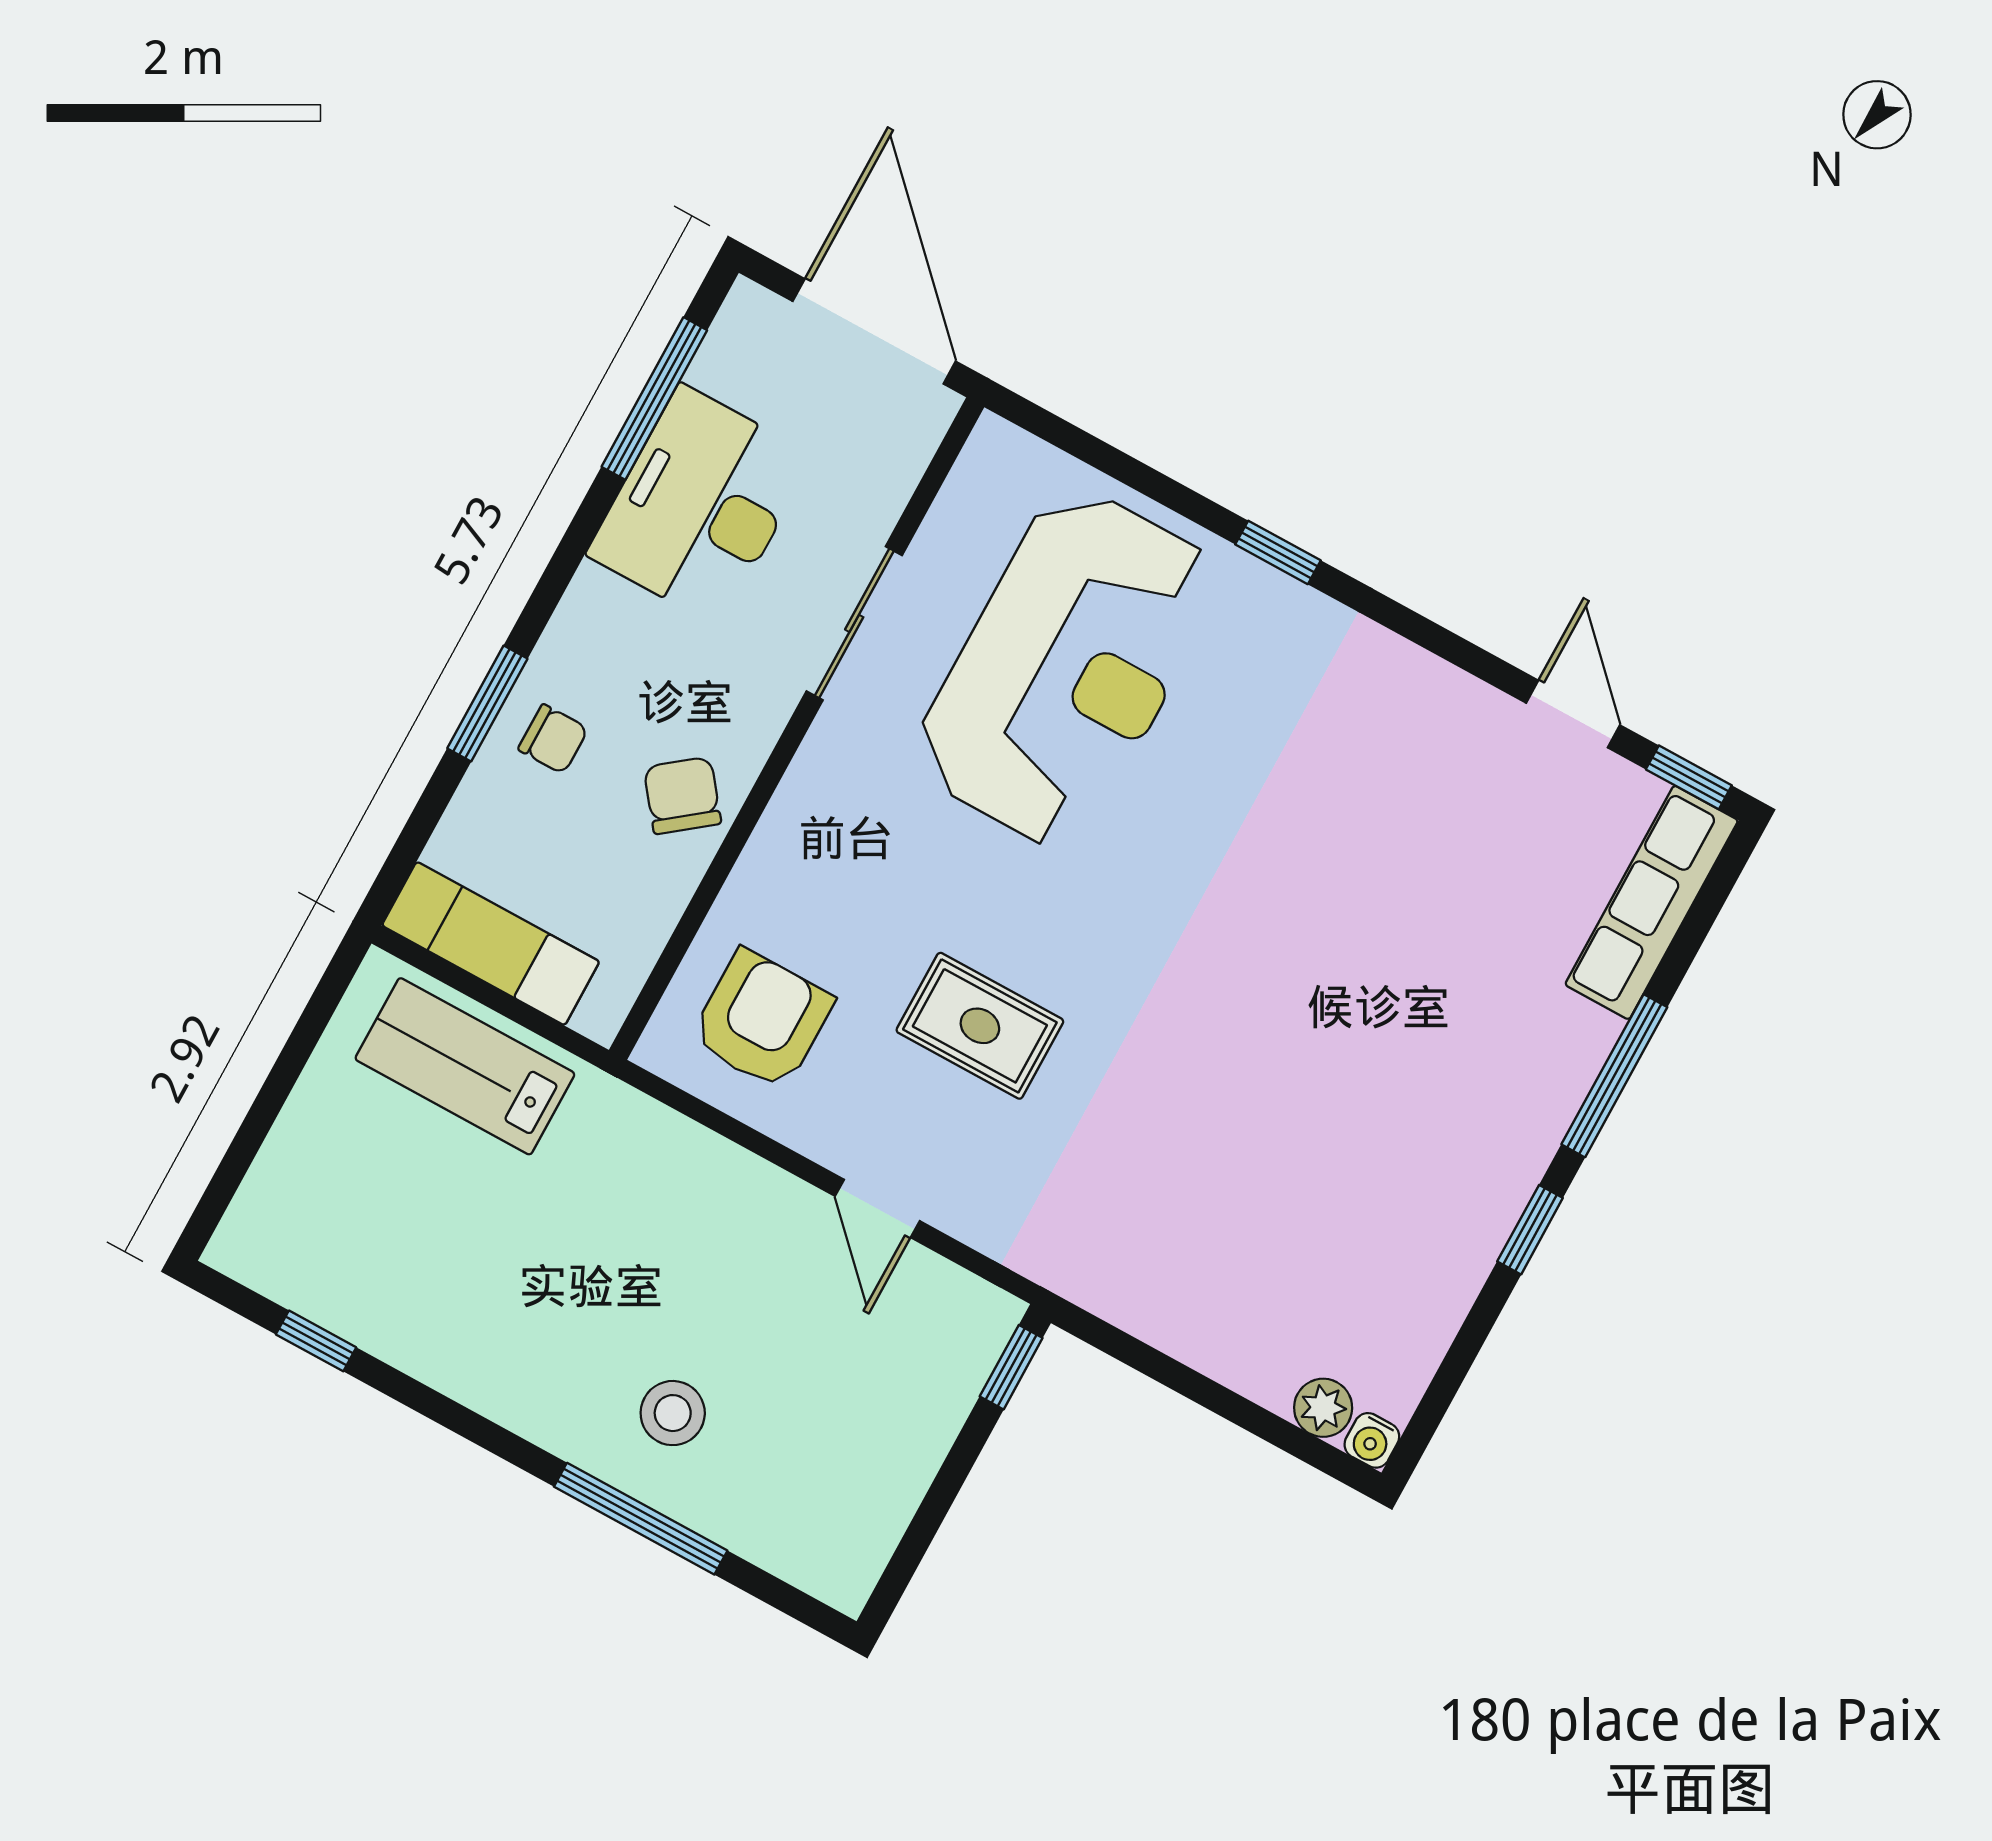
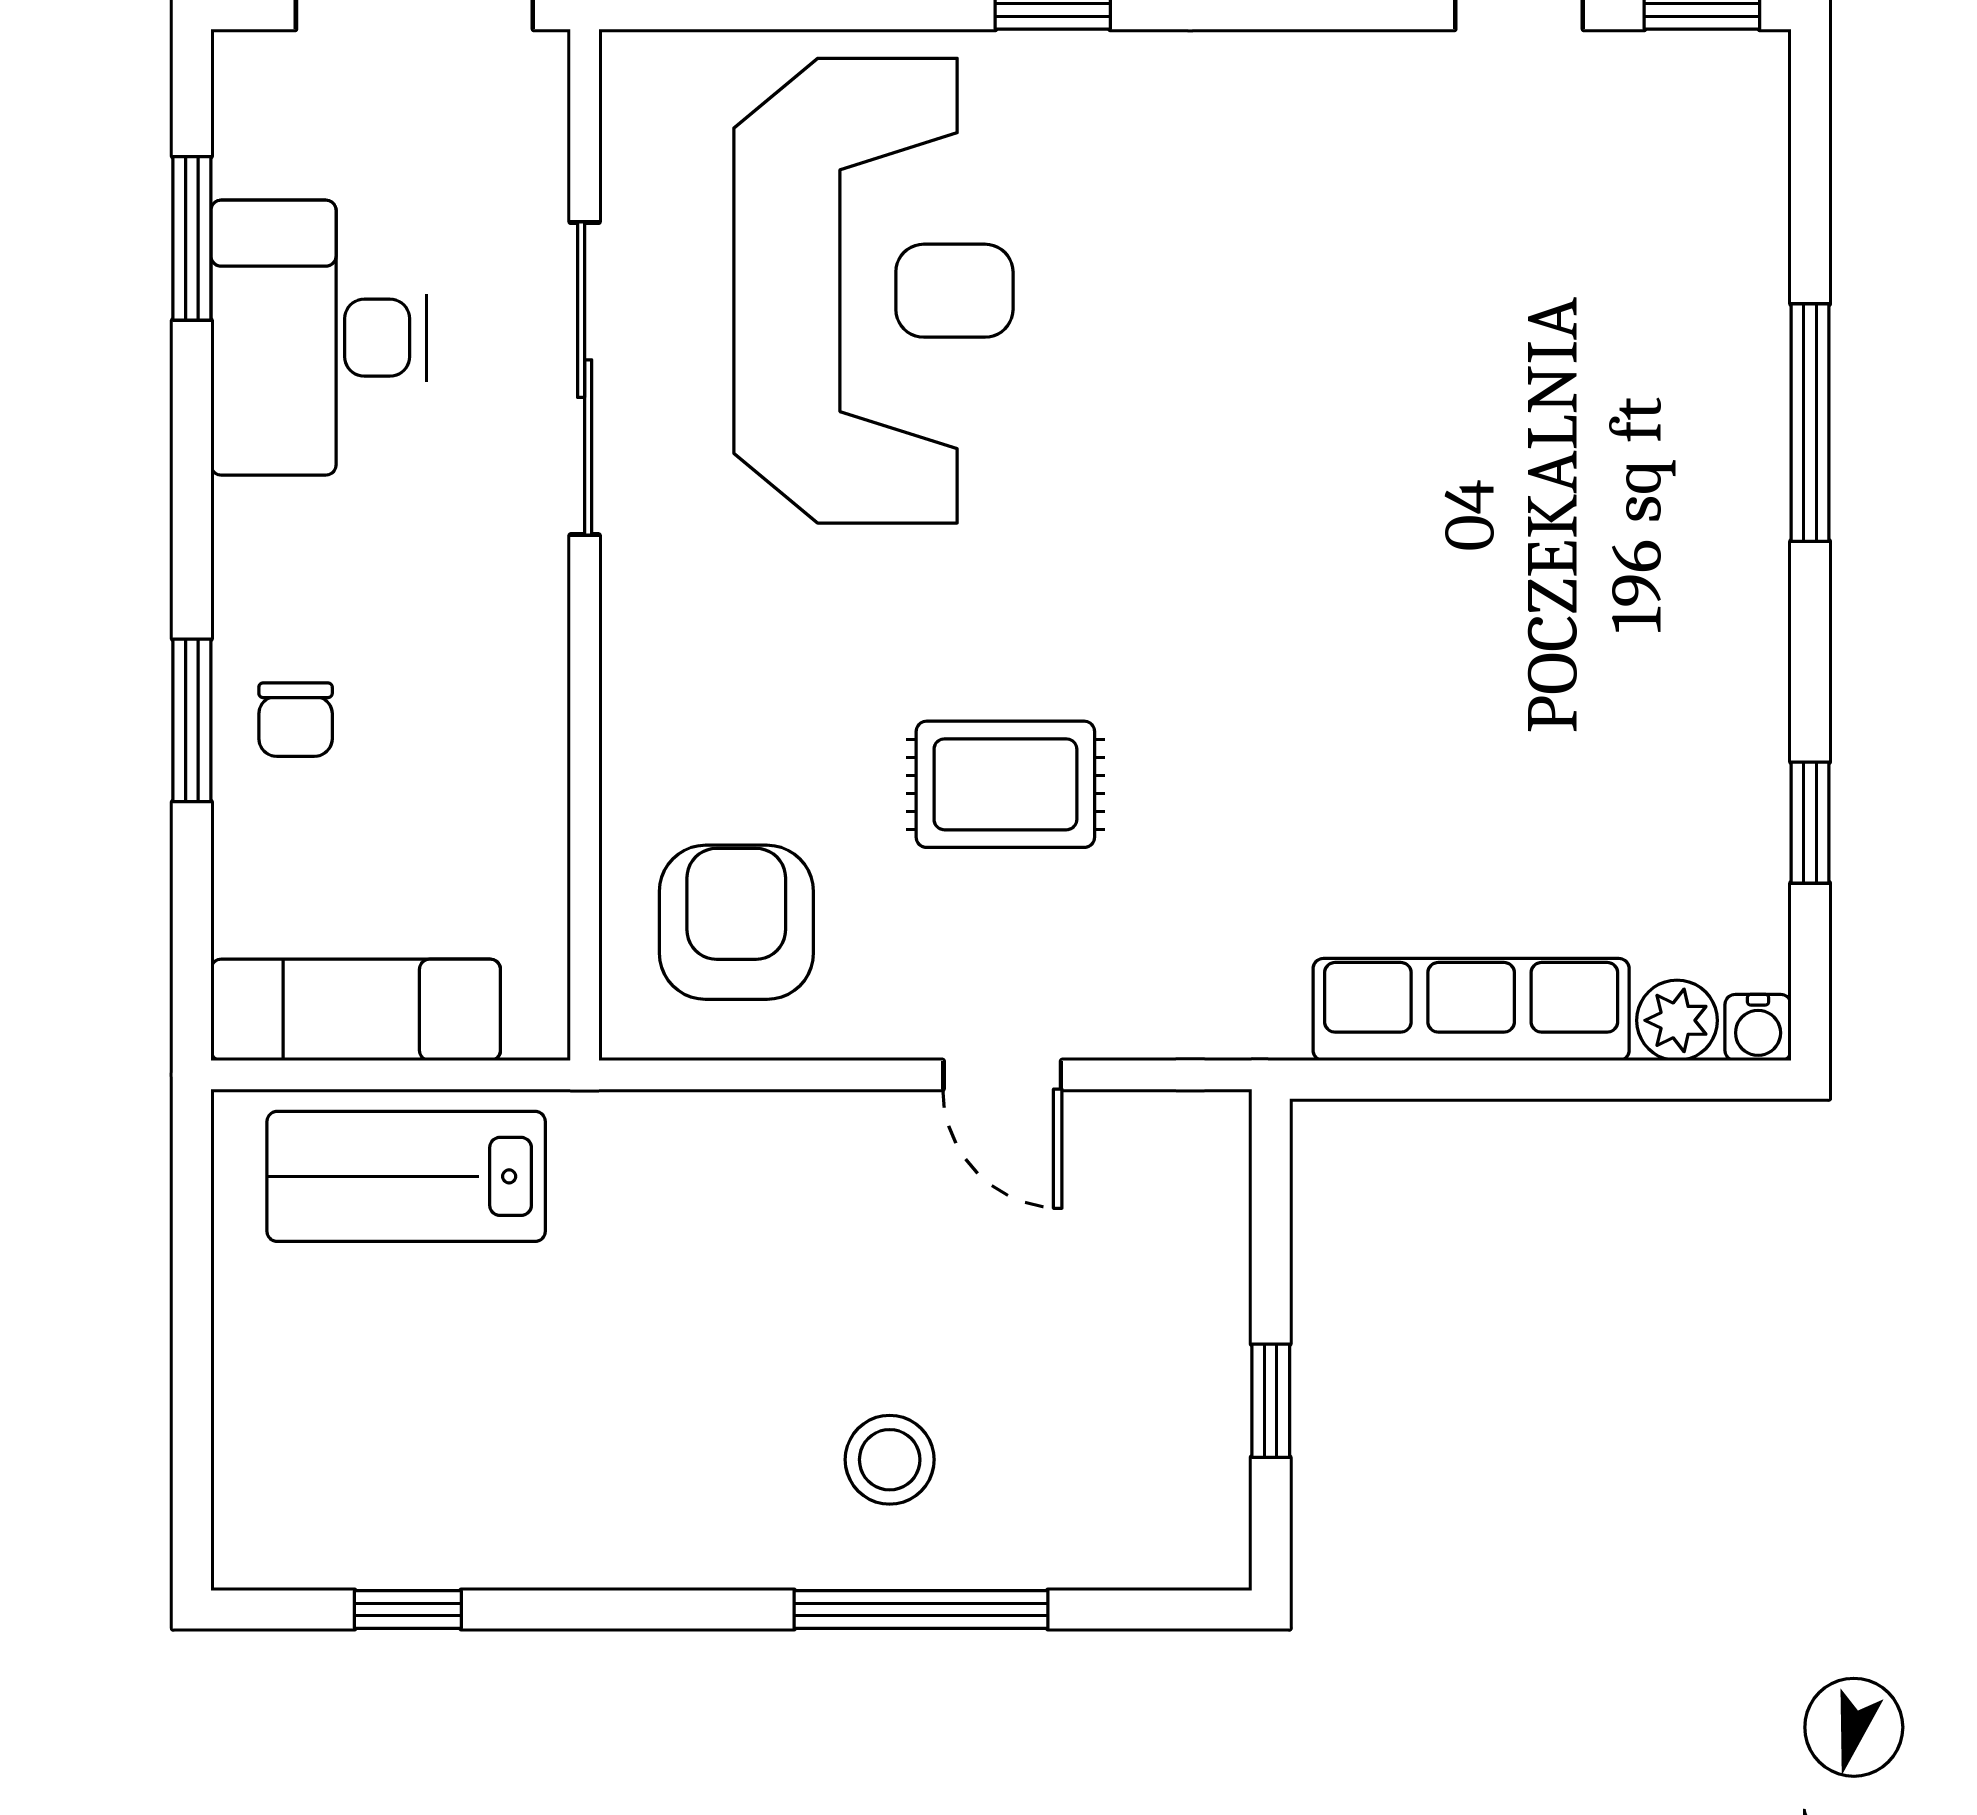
window: (654, 399) -> (192, 238), width x0.69
sliding door: (854, 623) -> (585, 379), width x1.37
chair: (553, 739) -> (296, 720), turned 90
chair: (682, 795) -> (490, 702), removed
row of seats: (1652, 902) -> (1471, 1010), moved, turned 90
window: (1530, 1230) -> (1810, 823), moved
window: (1011, 1367) -> (1271, 1401), moved

